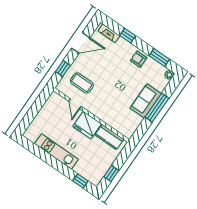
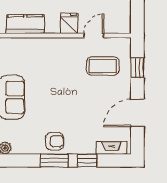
window: (159, 58) -> (54, 161), moved
door: (75, 104) -> (94, 36), hinge flipped
fridge: (87, 125) -> (69, 23), width x0.53, depth x0.75

